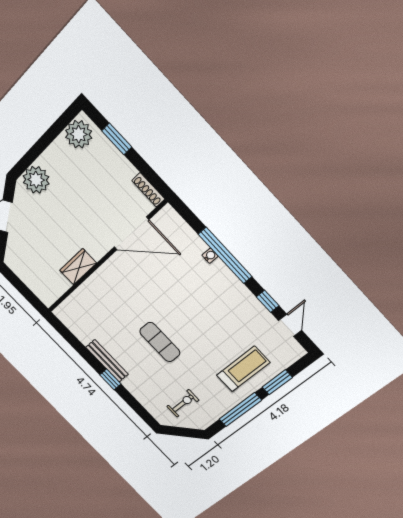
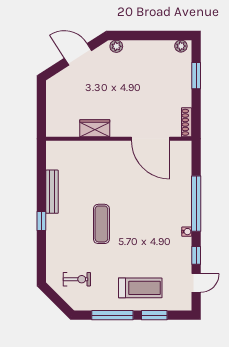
plant: (79, 134) -> (181, 46), width x0.53, depth x0.53
plant: (36, 180) -> (116, 46), width x0.53, depth x0.53
water cooler: (210, 256) -> (187, 232), moved
bench: (107, 361) -> (52, 192), moved

